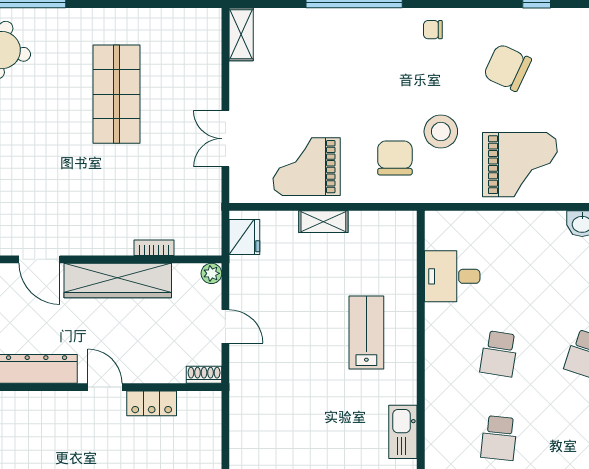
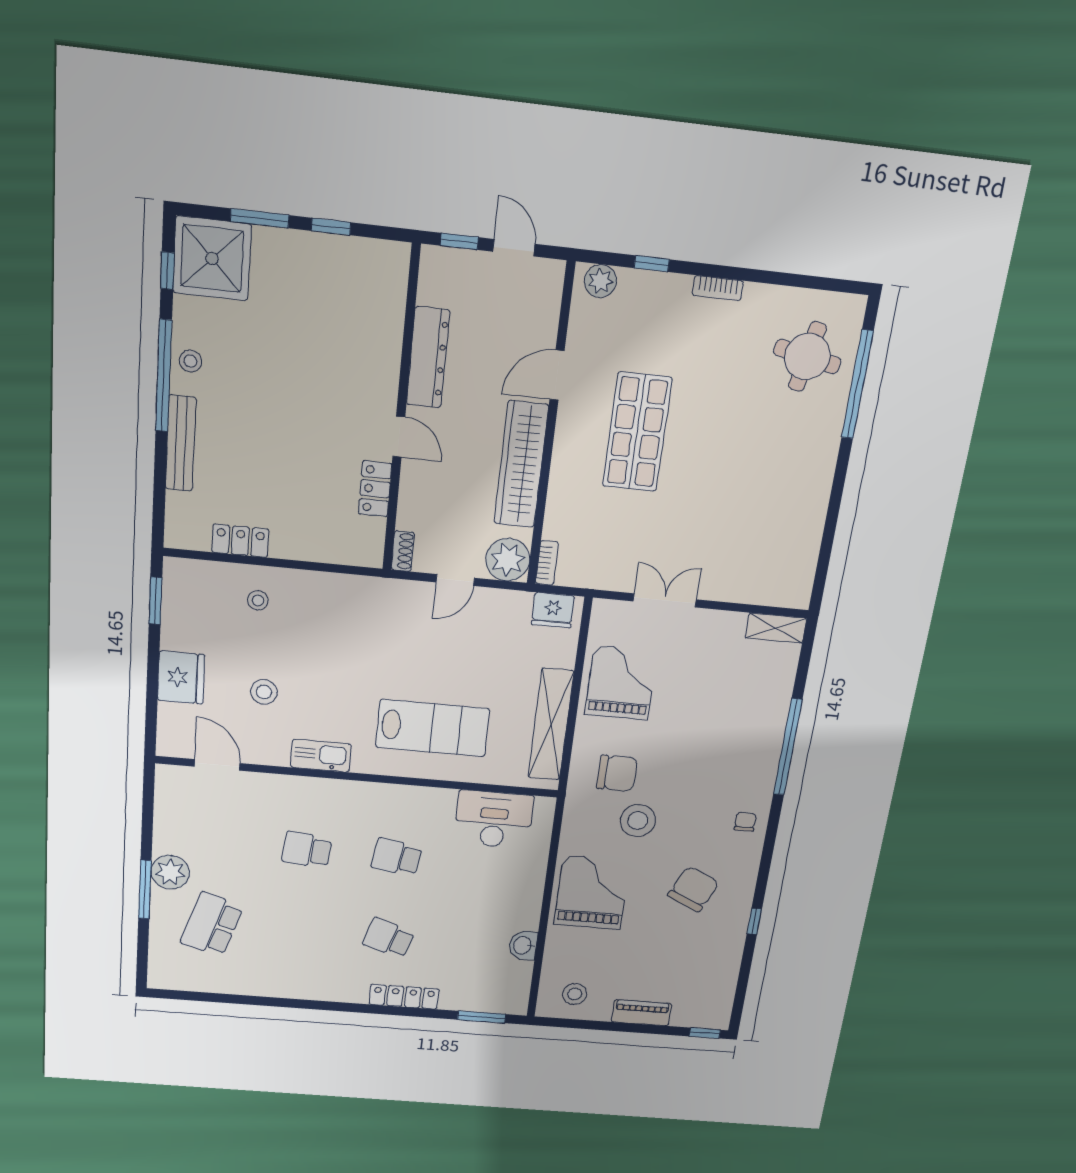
shop shelf: (116, 94) -> (637, 432), moved, turned 90
grand piano: (520, 165) -> (592, 893), turned 180
shelving: (323, 222) -> (551, 725), width x2.20, depth x1.33
bookcase: (154, 248) -> (547, 563), moved
plant: (211, 273) -> (508, 560), width x1.87, depth x1.87
desk: (452, 276) -> (494, 819), width x1.37
lab bench: (366, 333) -> (433, 728), width x1.36, depth x1.39
door: (105, 387) -> (399, 437), hinge flipped

